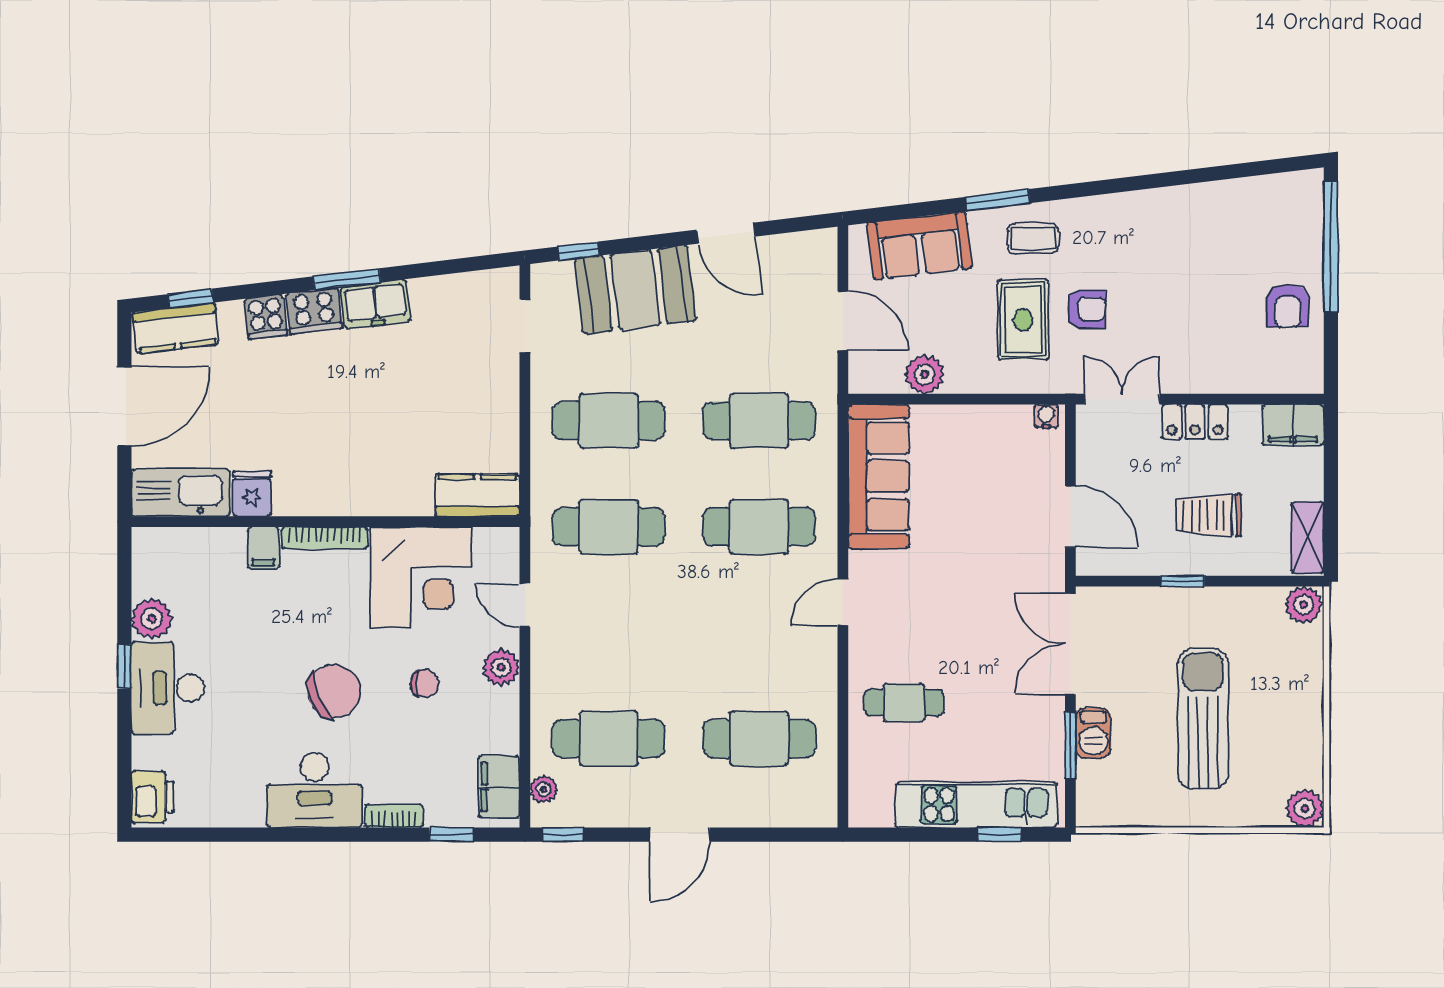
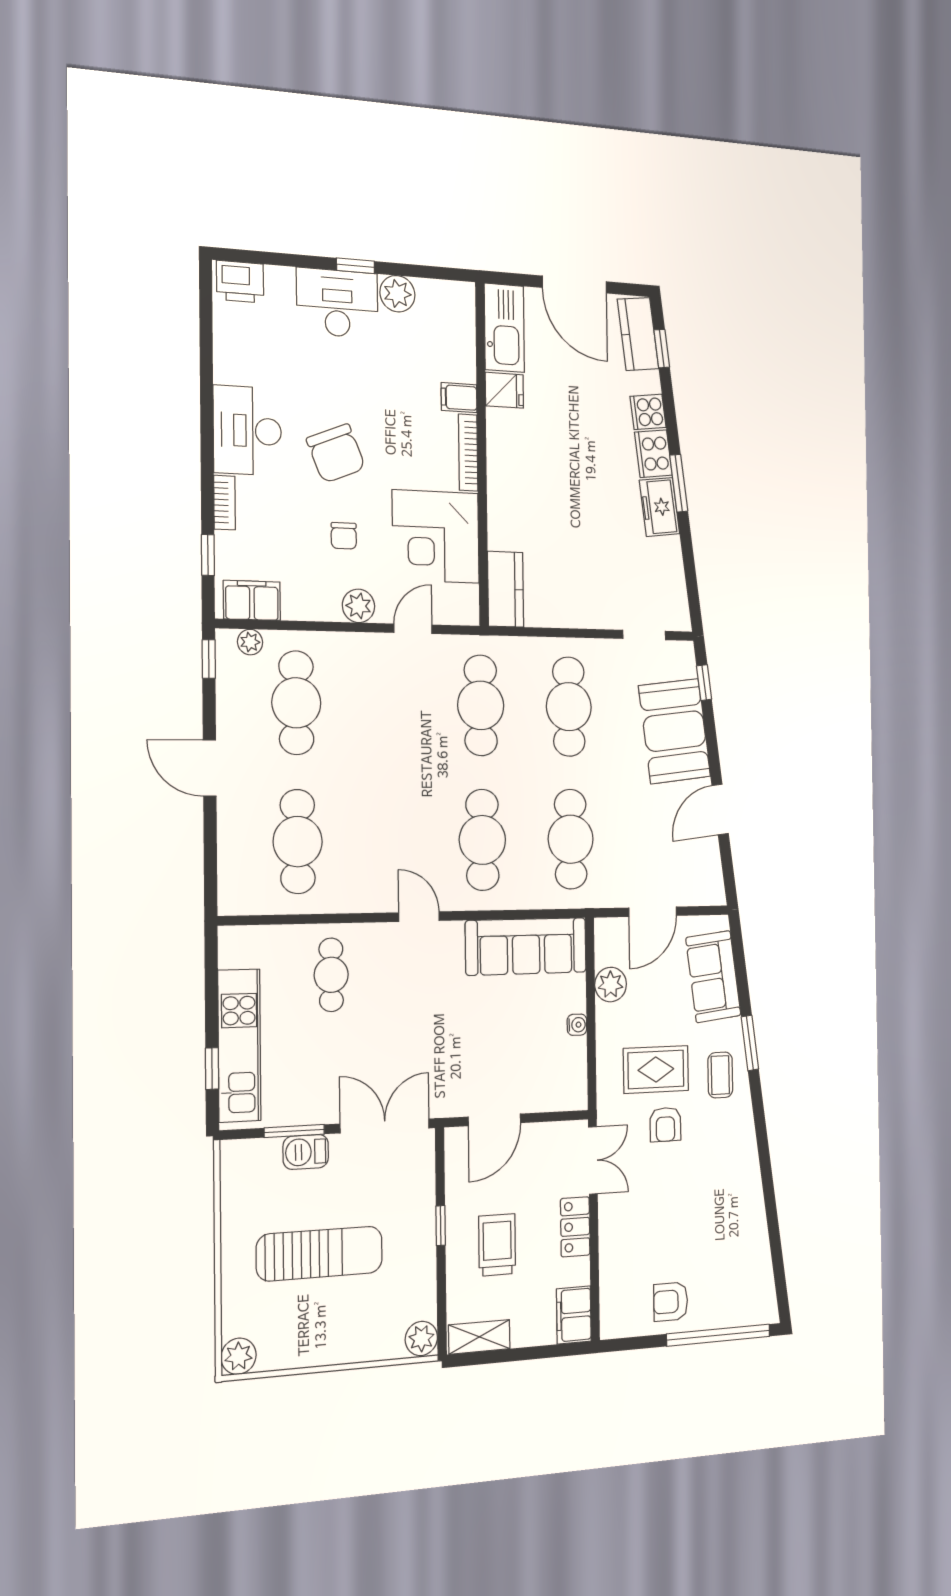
water cooler: (1046, 416) -> (577, 1025), moved

